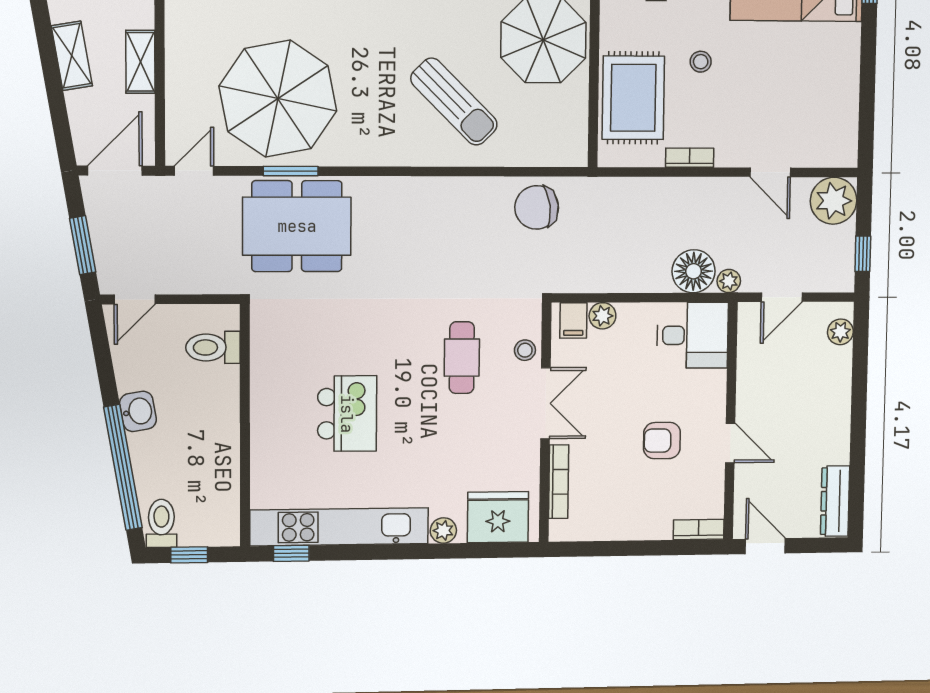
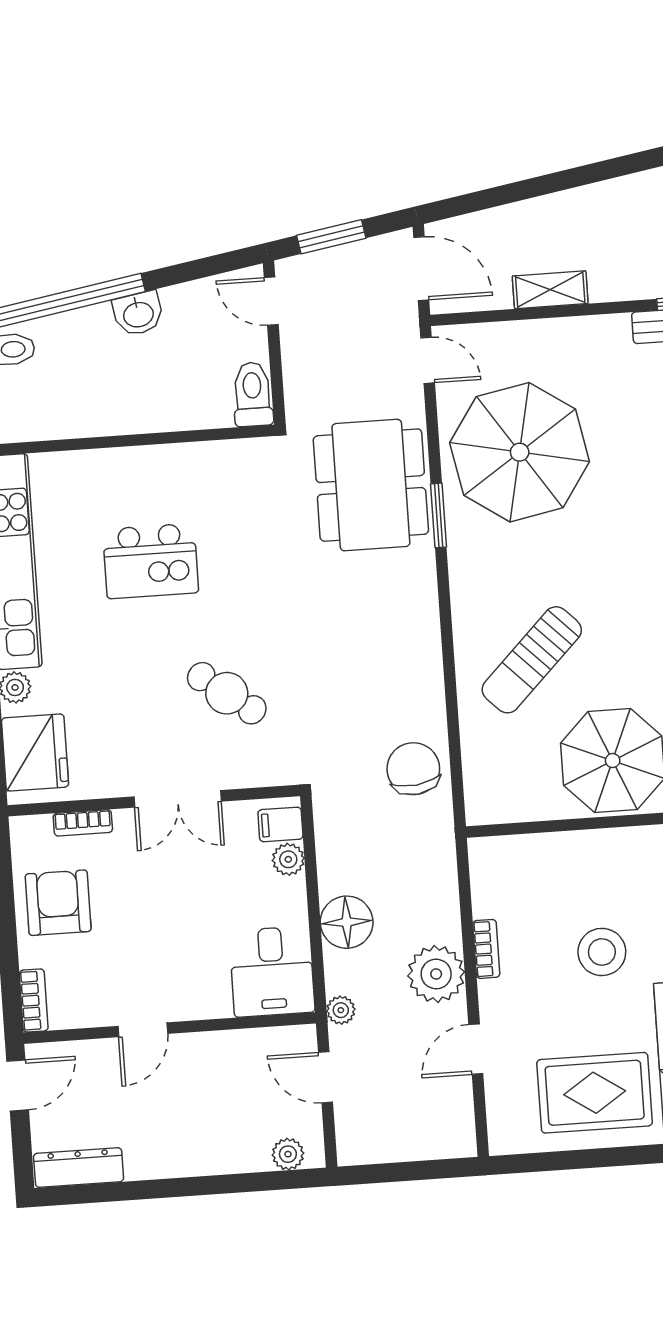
shelving: (72, 56) -> (551, 211), removed
stool: (701, 62) -> (602, 952), width x1.89, depth x1.89
rug: (633, 98) -> (595, 1093), moved
window: (291, 171) -> (438, 515), moved
plant: (834, 201) -> (436, 974), moved
window: (863, 254) -> (385, 1173), removed
floor lamp: (694, 271) -> (347, 922), moved
toilet: (213, 347) -> (253, 394), moved
stool: (525, 350) -> (241, 769), removed
cafe table: (462, 358) -> (227, 693), turned 37
armchair: (662, 441) -> (58, 903), moved, width x1.38, depth x1.38
bookcase: (559, 482) -> (83, 823), width x0.64

